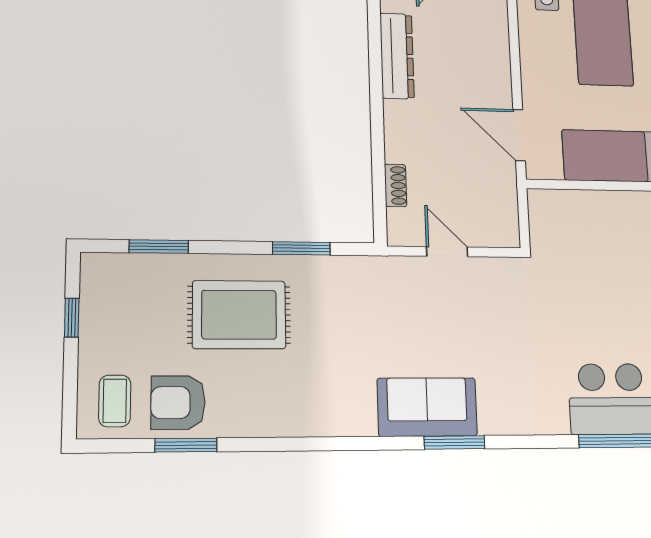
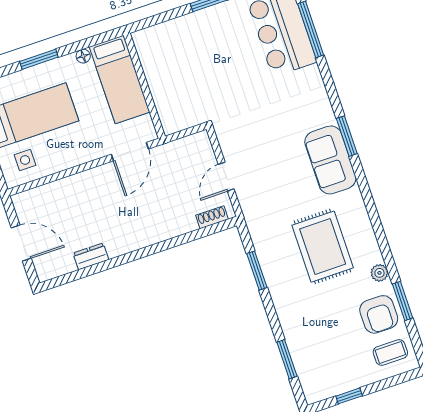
dresser: (397, 56) -> (91, 256), width x0.51, depth x0.80
shoe rack: (396, 185) -> (212, 217), moved
rug: (239, 315) -> (323, 247), moved
plant: (240, 424) -> (379, 273), added

